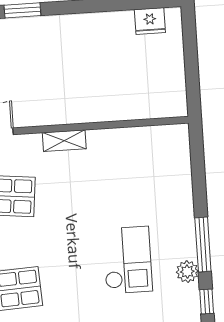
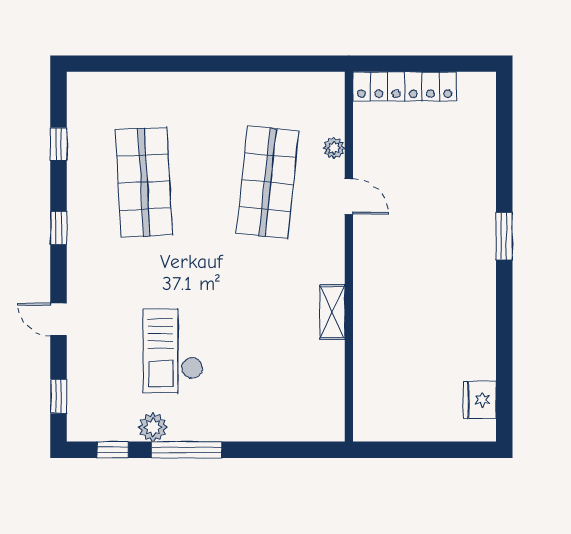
shelving: (64, 141) -> (332, 312), moved
checkout: (127, 260) -> (173, 351), turned 90

